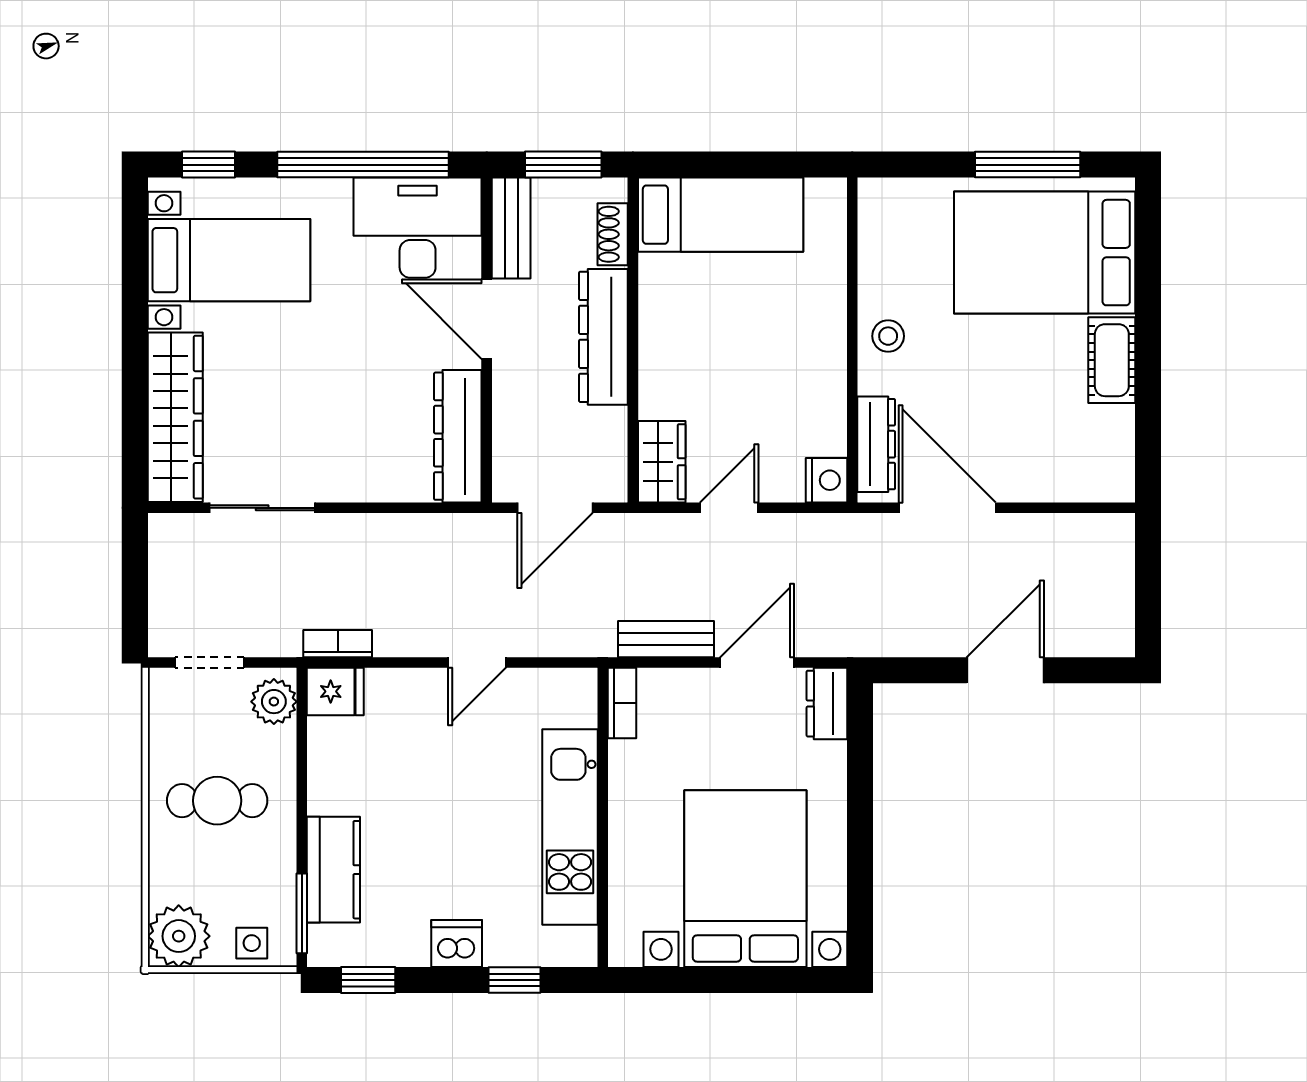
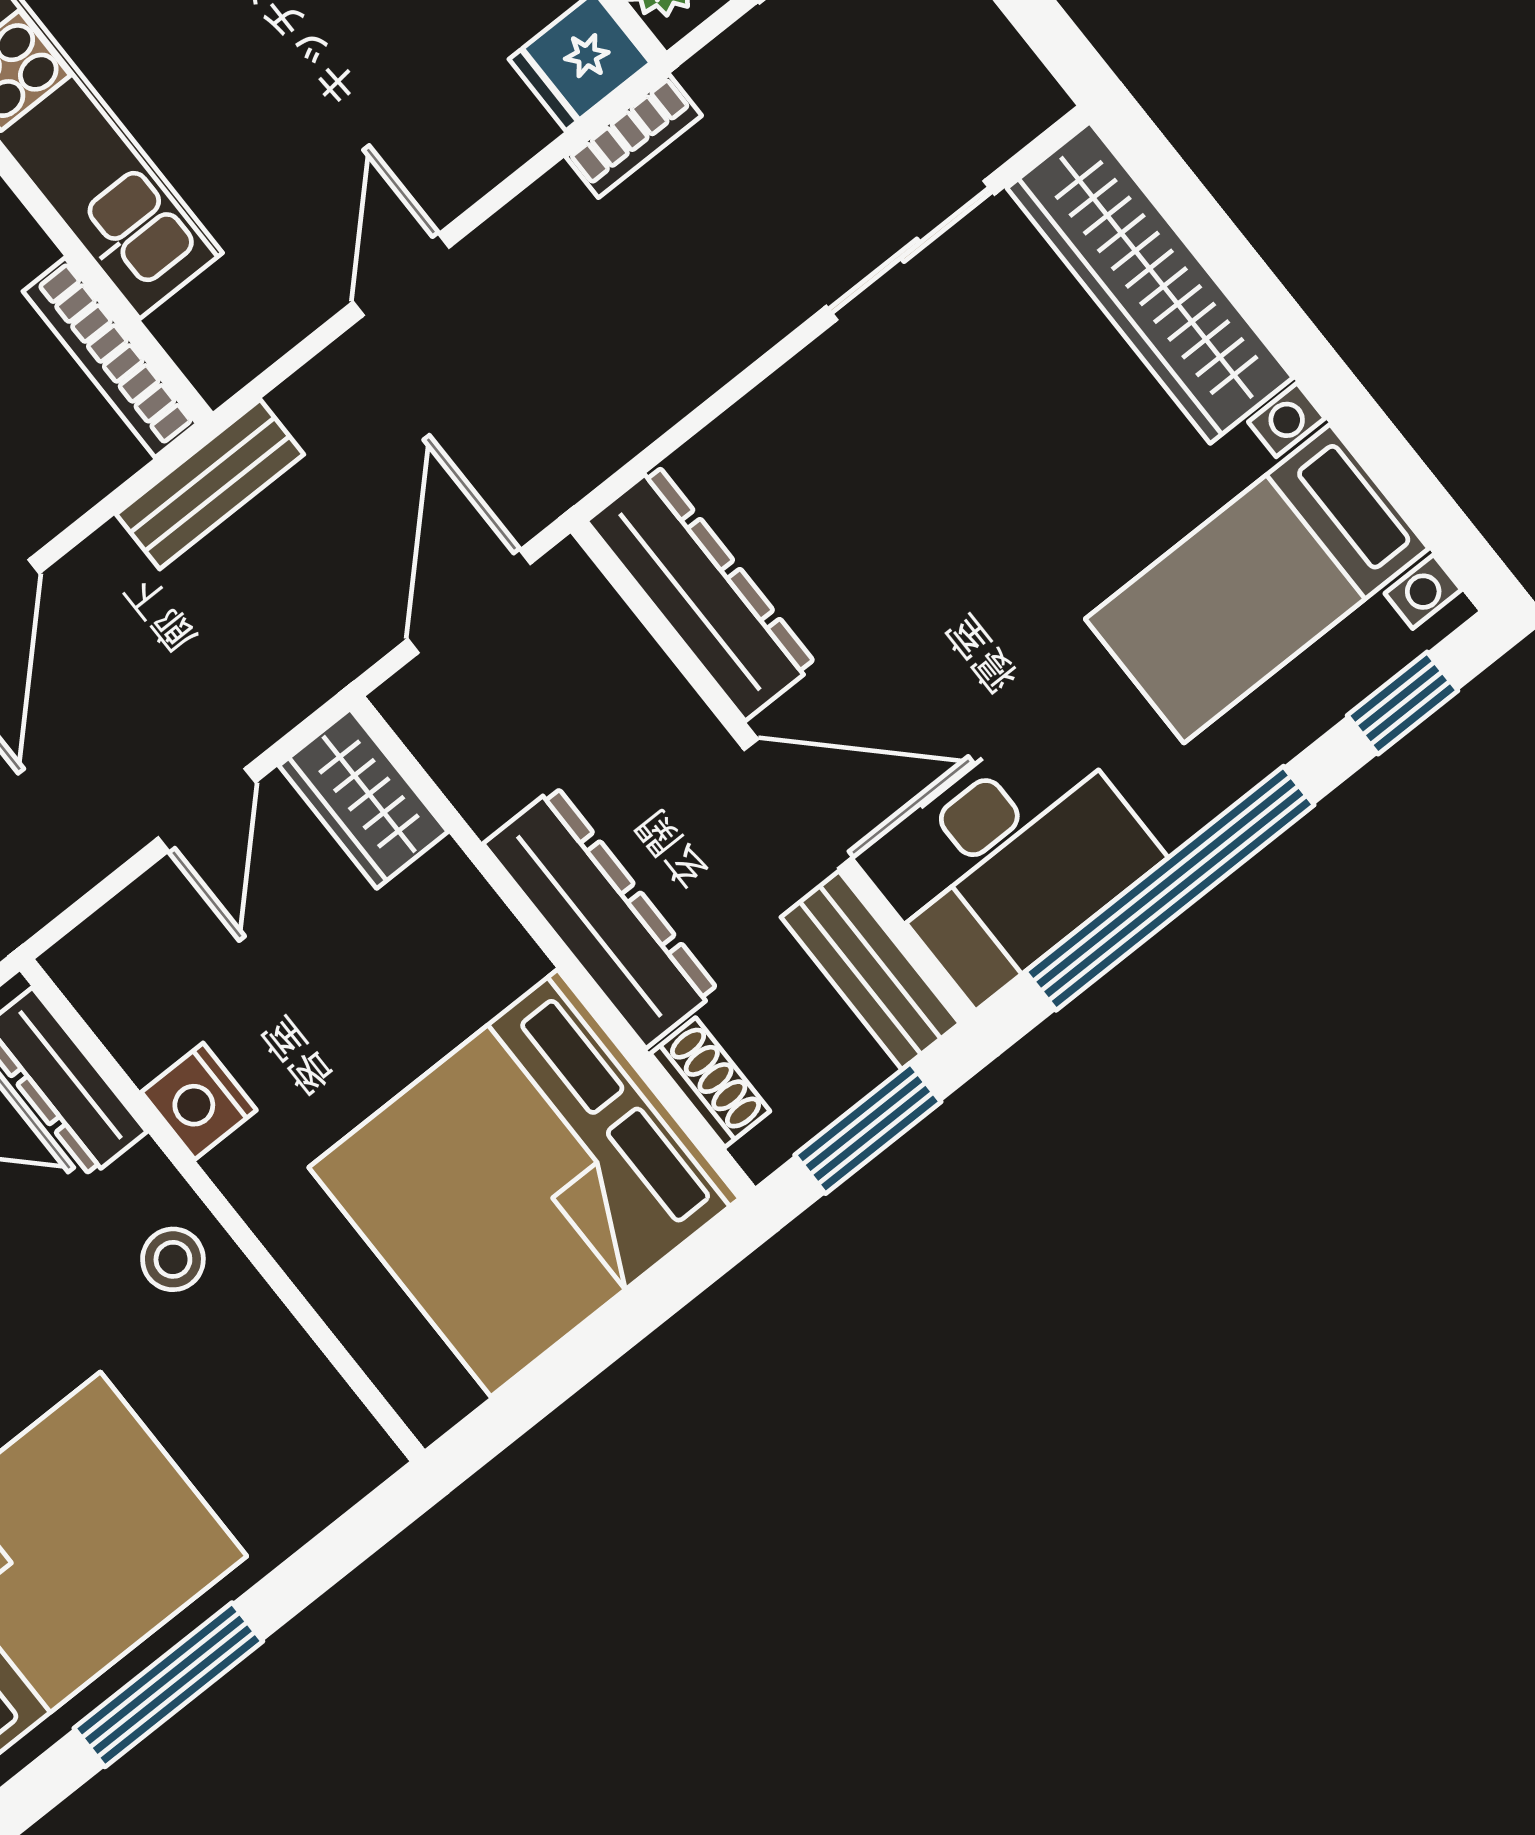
bed: (721, 215) -> (524, 1183), width x2.04
nightstand: (826, 480) -> (199, 1101), moved
bench: (666, 639) -> (210, 484), moved
bookcase: (622, 703) -> (110, 358), width x1.56

